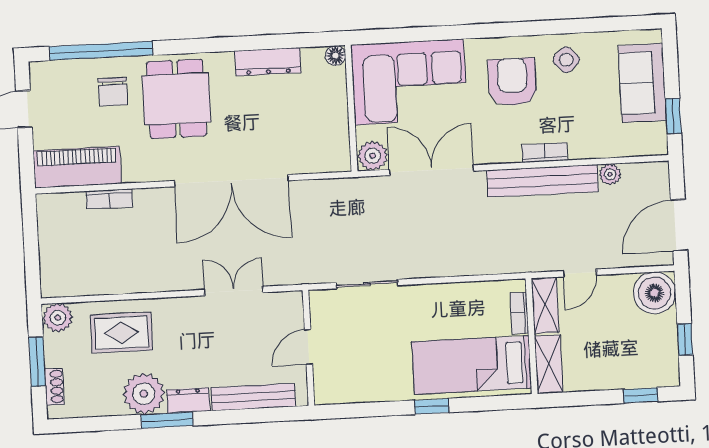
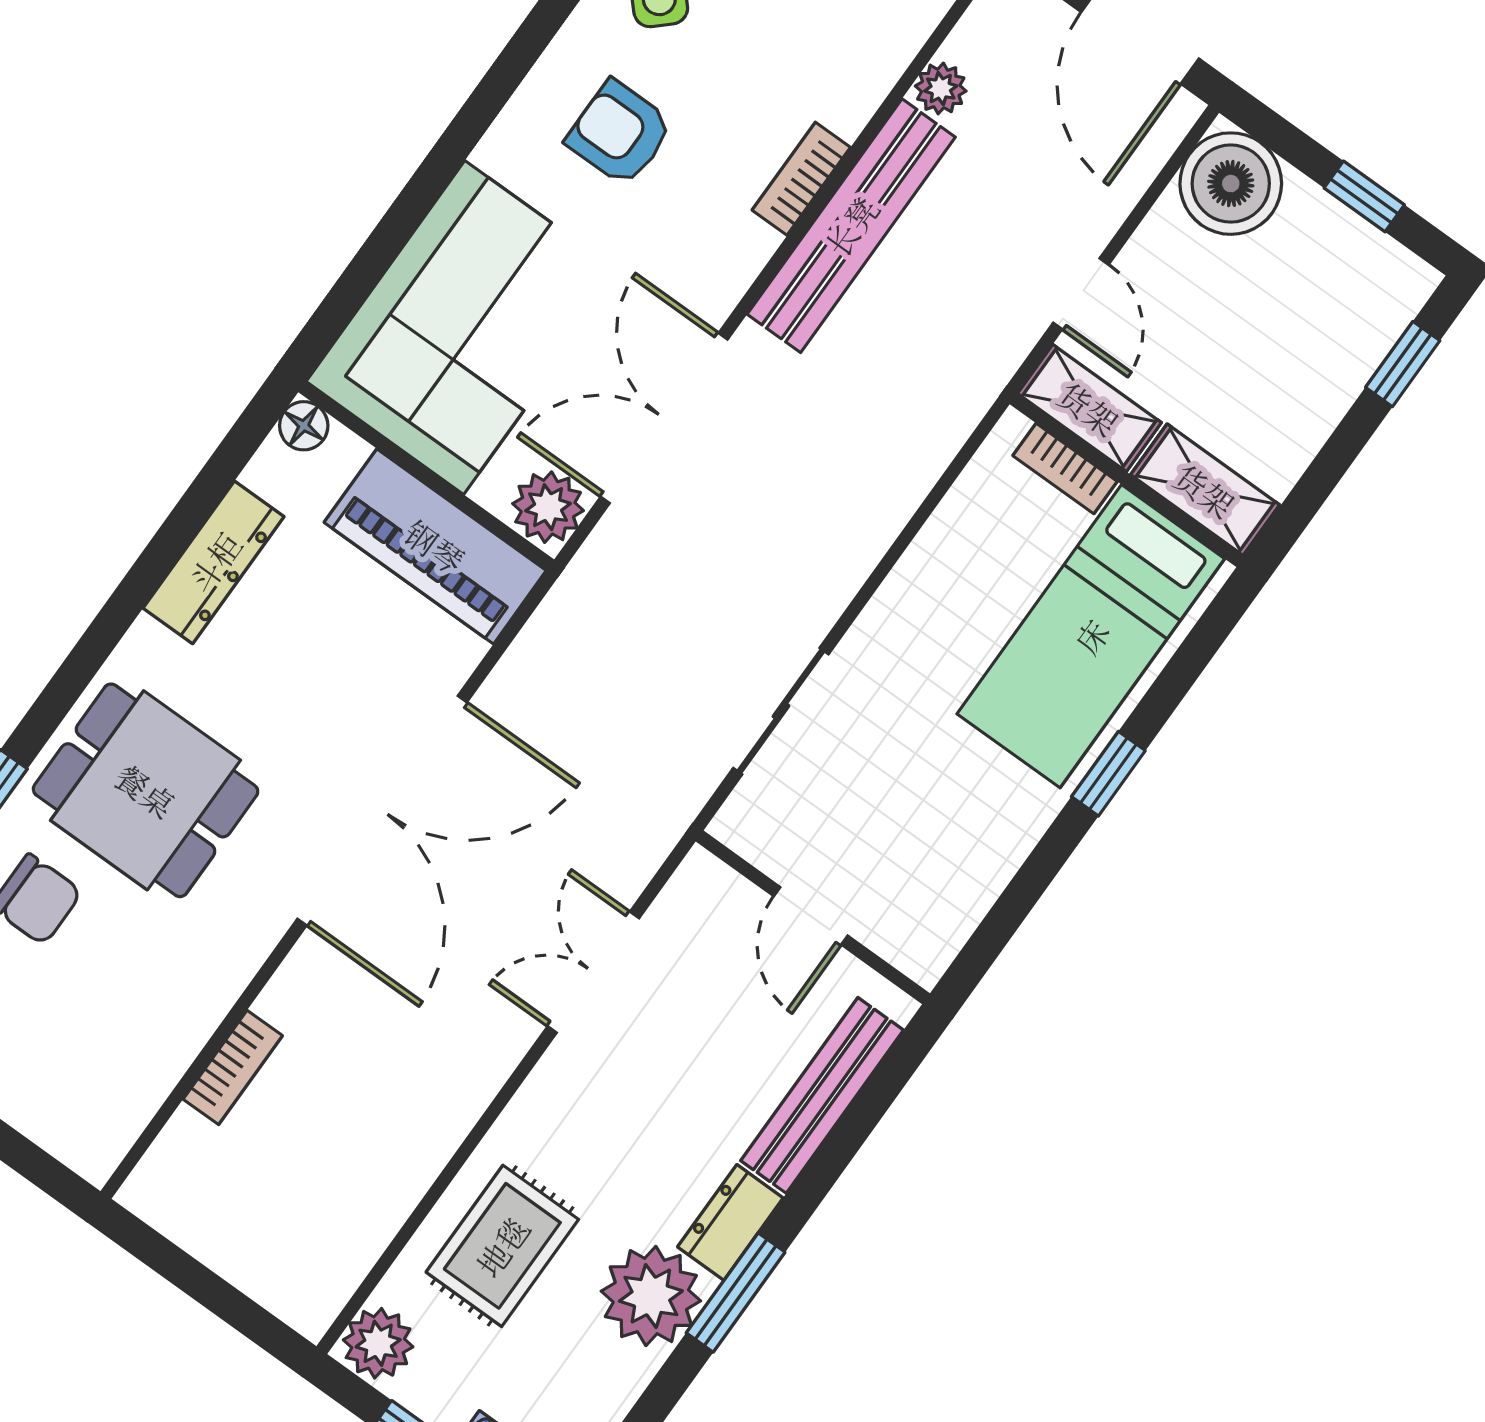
armchair: (512, 82) -> (620, 133), width x0.72, depth x0.72
piano: (77, 167) -> (435, 546), moved, turned -90

